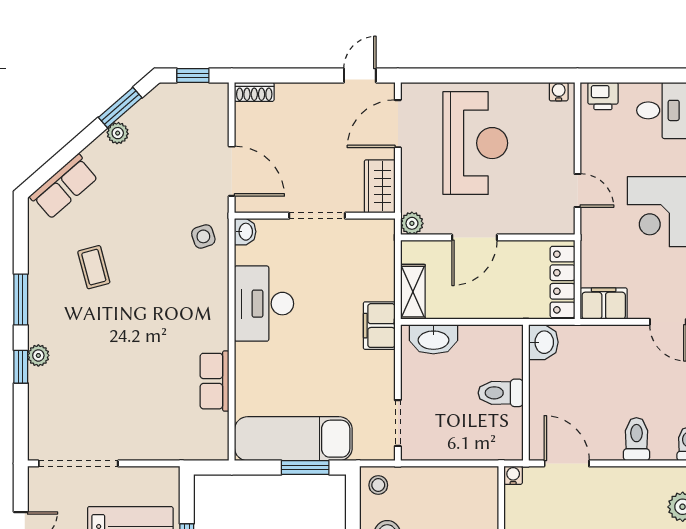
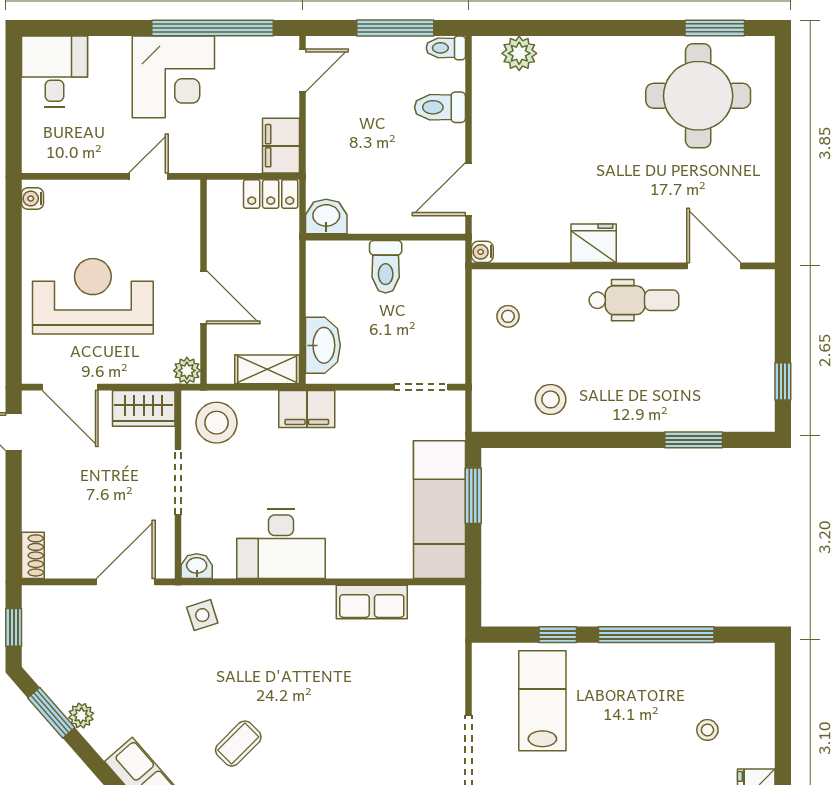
printer: (603, 96) -> (38, 147), removed
stool: (368, 249) -> (216, 423), added
coffee table: (94, 267) -> (238, 744), turned -30
locker: (562, 282) -> (271, 194), width x0.66
stool: (378, 485) -> (508, 316), moved

